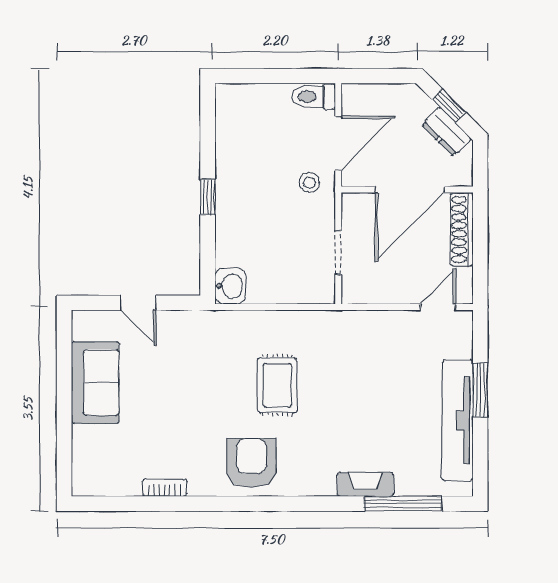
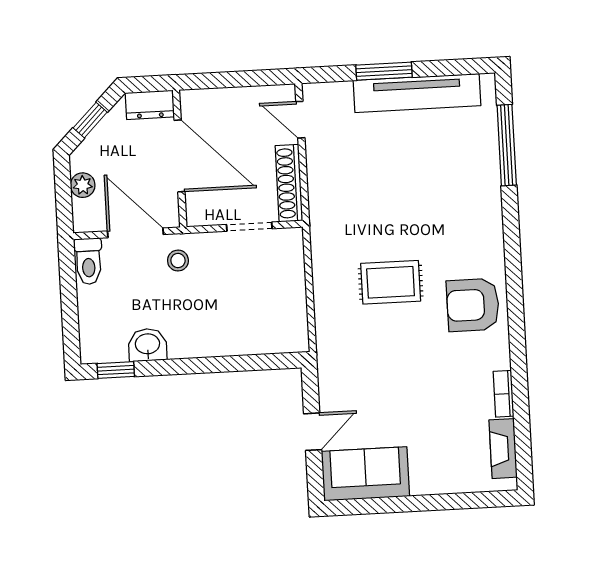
plant: (387, 95) -> (83, 185), added
dresser: (447, 132) -> (150, 105), moved, turned 45
window: (208, 197) -> (116, 370), moved
shoe rack: (462, 230) -> (289, 183), moved, turned 90
washbasin: (230, 286) -> (147, 345), moved
sofa: (95, 382) -> (365, 474), moved
fireplace: (365, 484) -> (503, 449), moved

